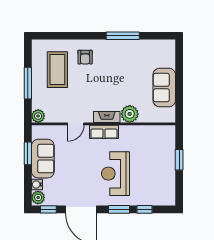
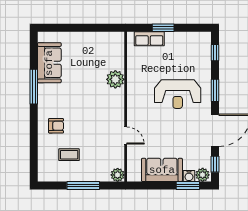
coffee table: (57, 70) -> (69, 155), width x0.54, depth x0.58
sofa: (164, 88) -> (49, 63), moved, turned -90
fireplace: (107, 117) -> (118, 103), removed
row of seats: (104, 132) -> (149, 39), moved, turned 90
window: (28, 153) -> (188, 186), moved
window: (144, 209) -> (215, 53), moved

